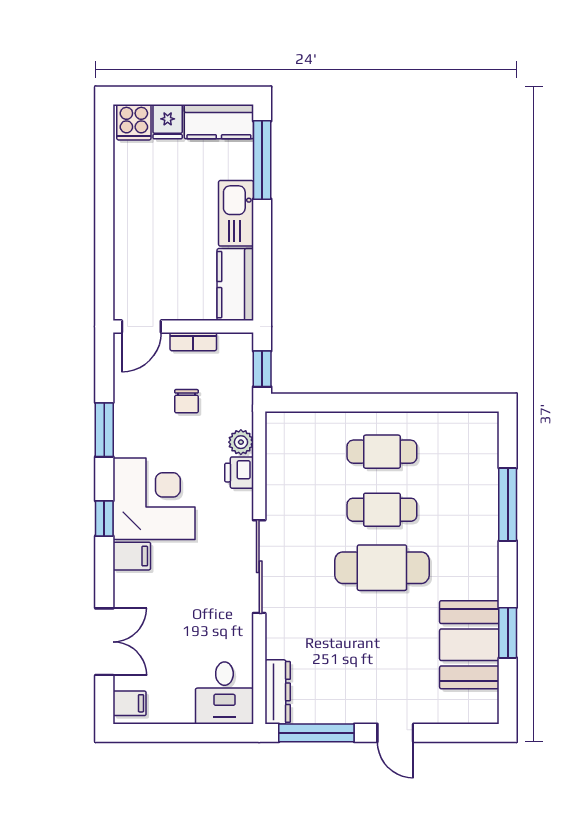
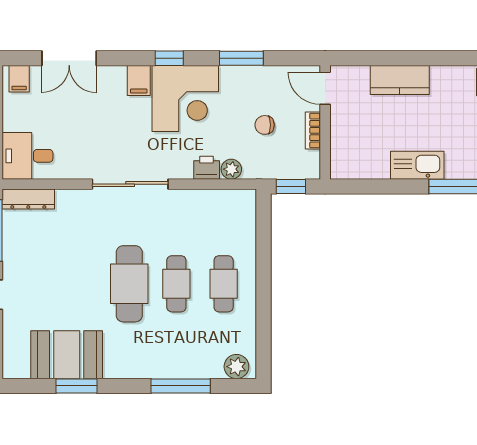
kitchen counter: (235, 285) -> (400, 80), moved, turned 180
plant: (484, 436) -> (236, 367), added

